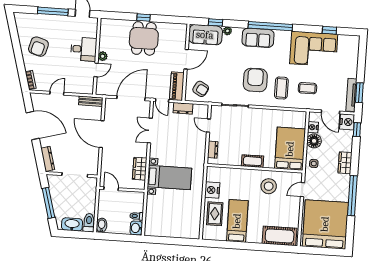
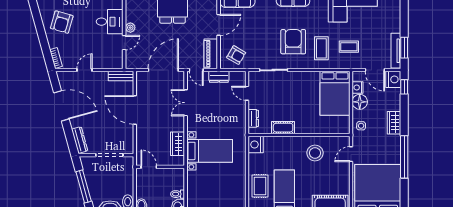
bed: (290, 149) -> (335, 93), moved, turned 180
cot: (253, 161) -> (283, 128), moved
nightstand: (212, 190) -> (256, 145), moved

